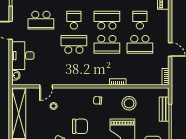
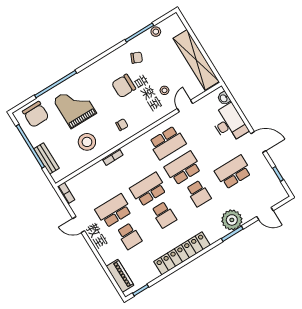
school desk: (107, 20) -> (164, 215), width x0.54
school desk: (74, 44) -> (183, 168), turned 180
school desk: (74, 69) -> (167, 143), added

